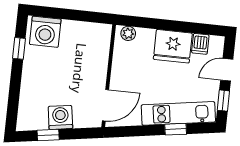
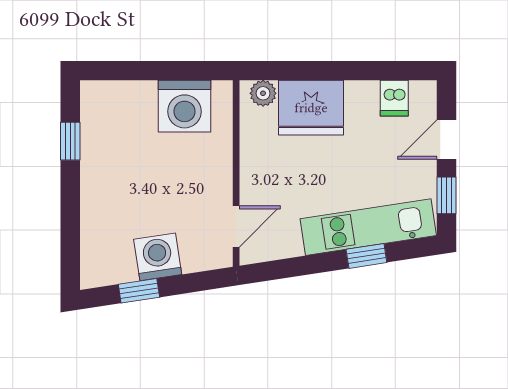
washing machine: (45, 32) -> (185, 106), moved
fridge: (173, 46) -> (311, 108), moved
door: (105, 105) -> (236, 226), width x0.73

